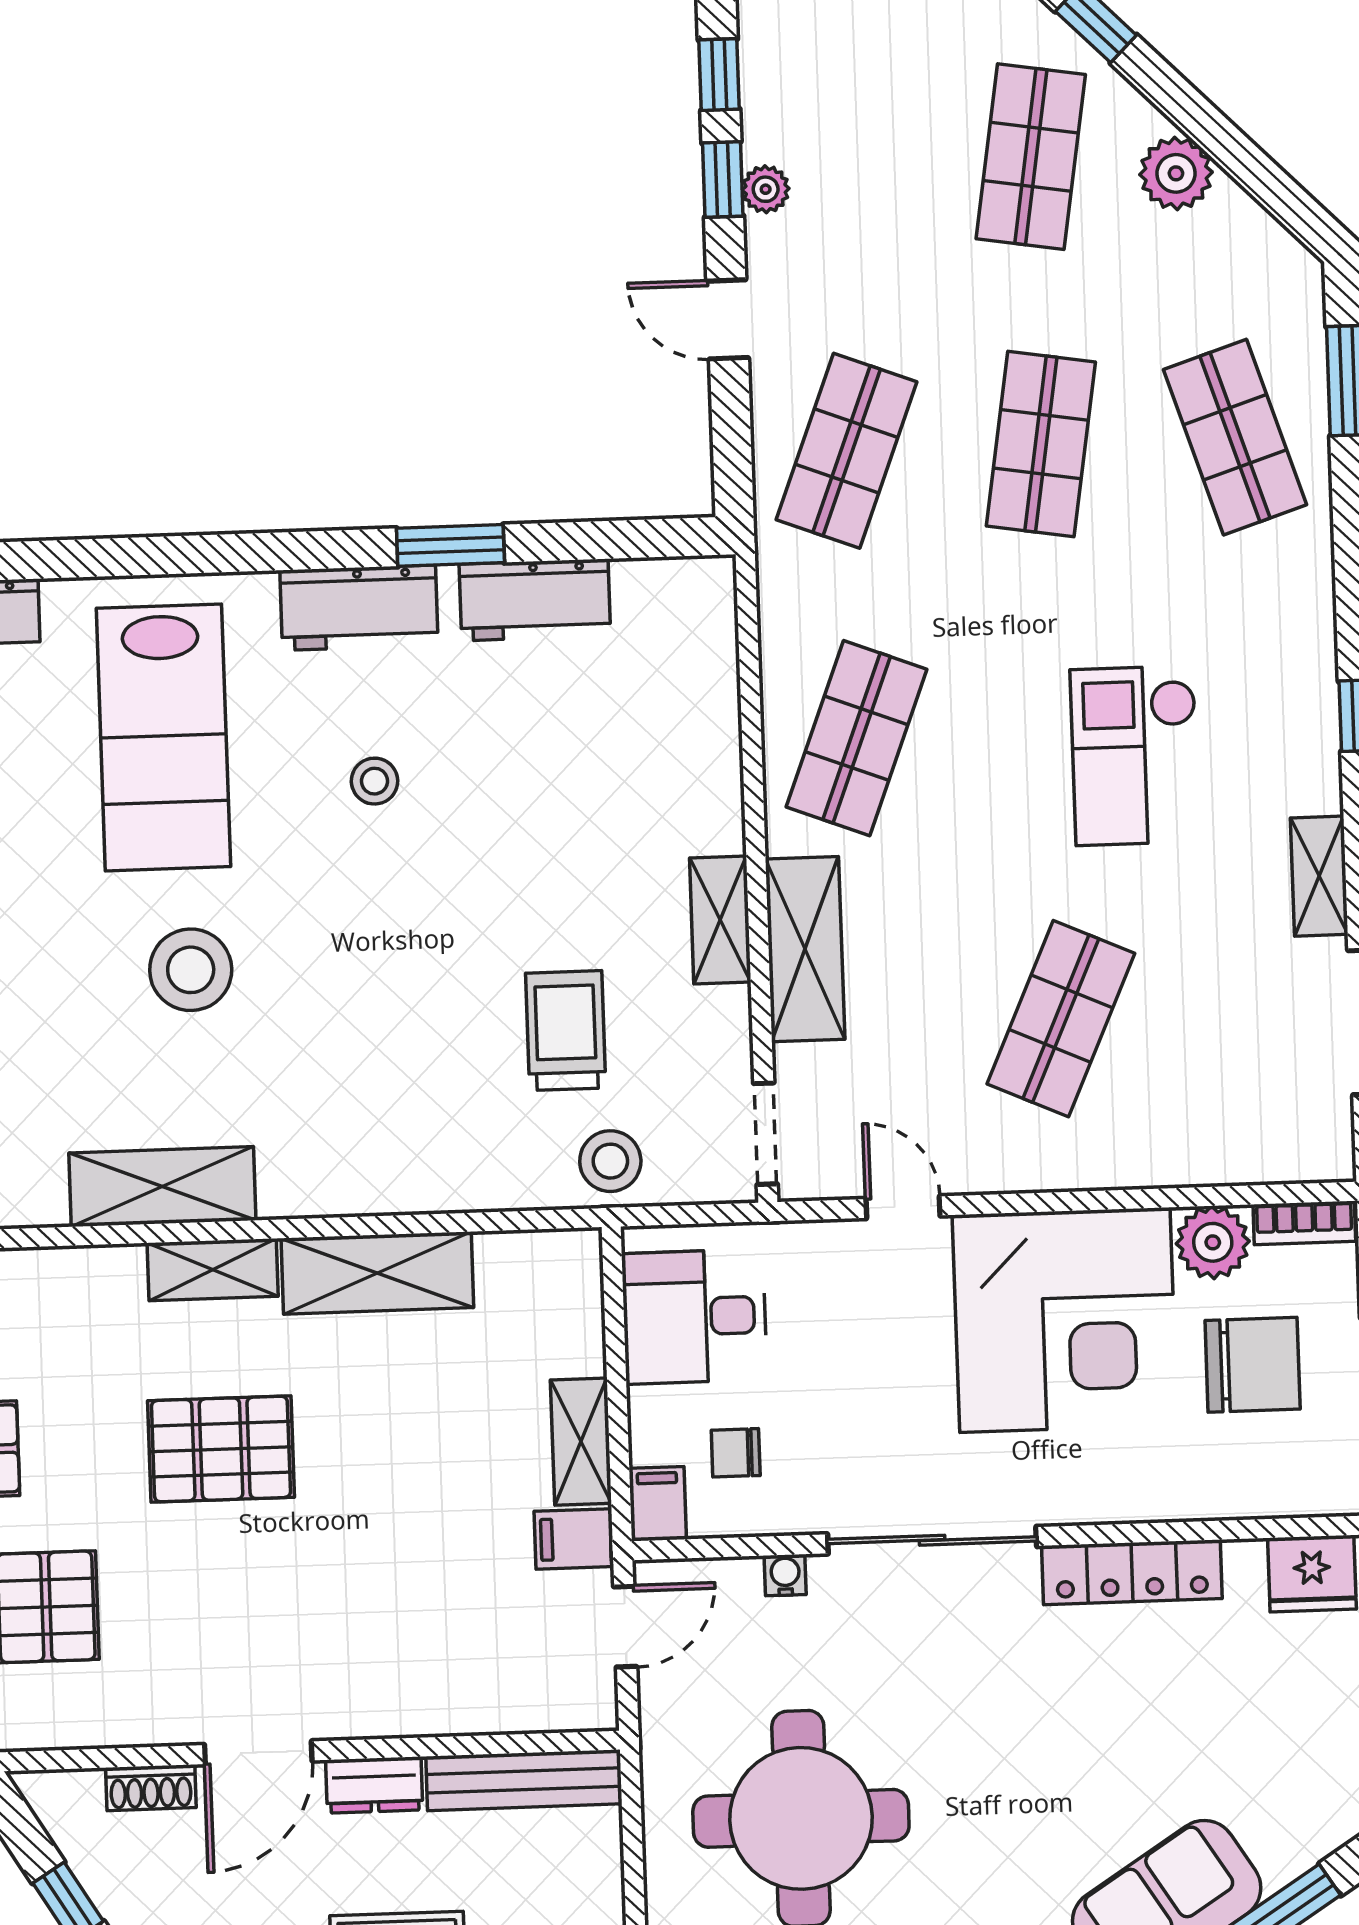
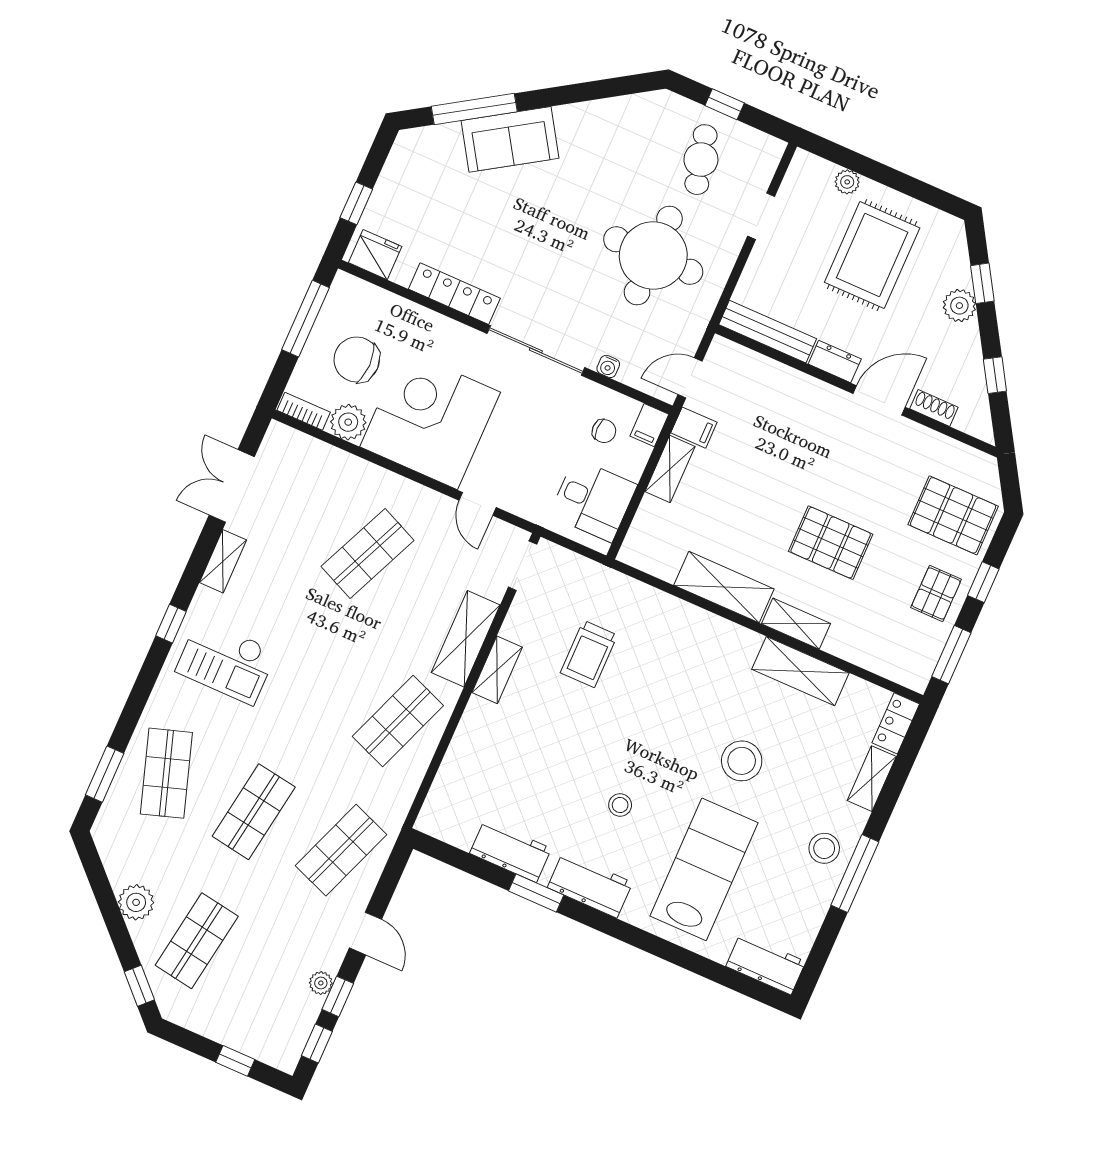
checkout: (1135, 756) -> (226, 661), moved, turned 90
stool: (610, 1161) -> (597, 587), removed

